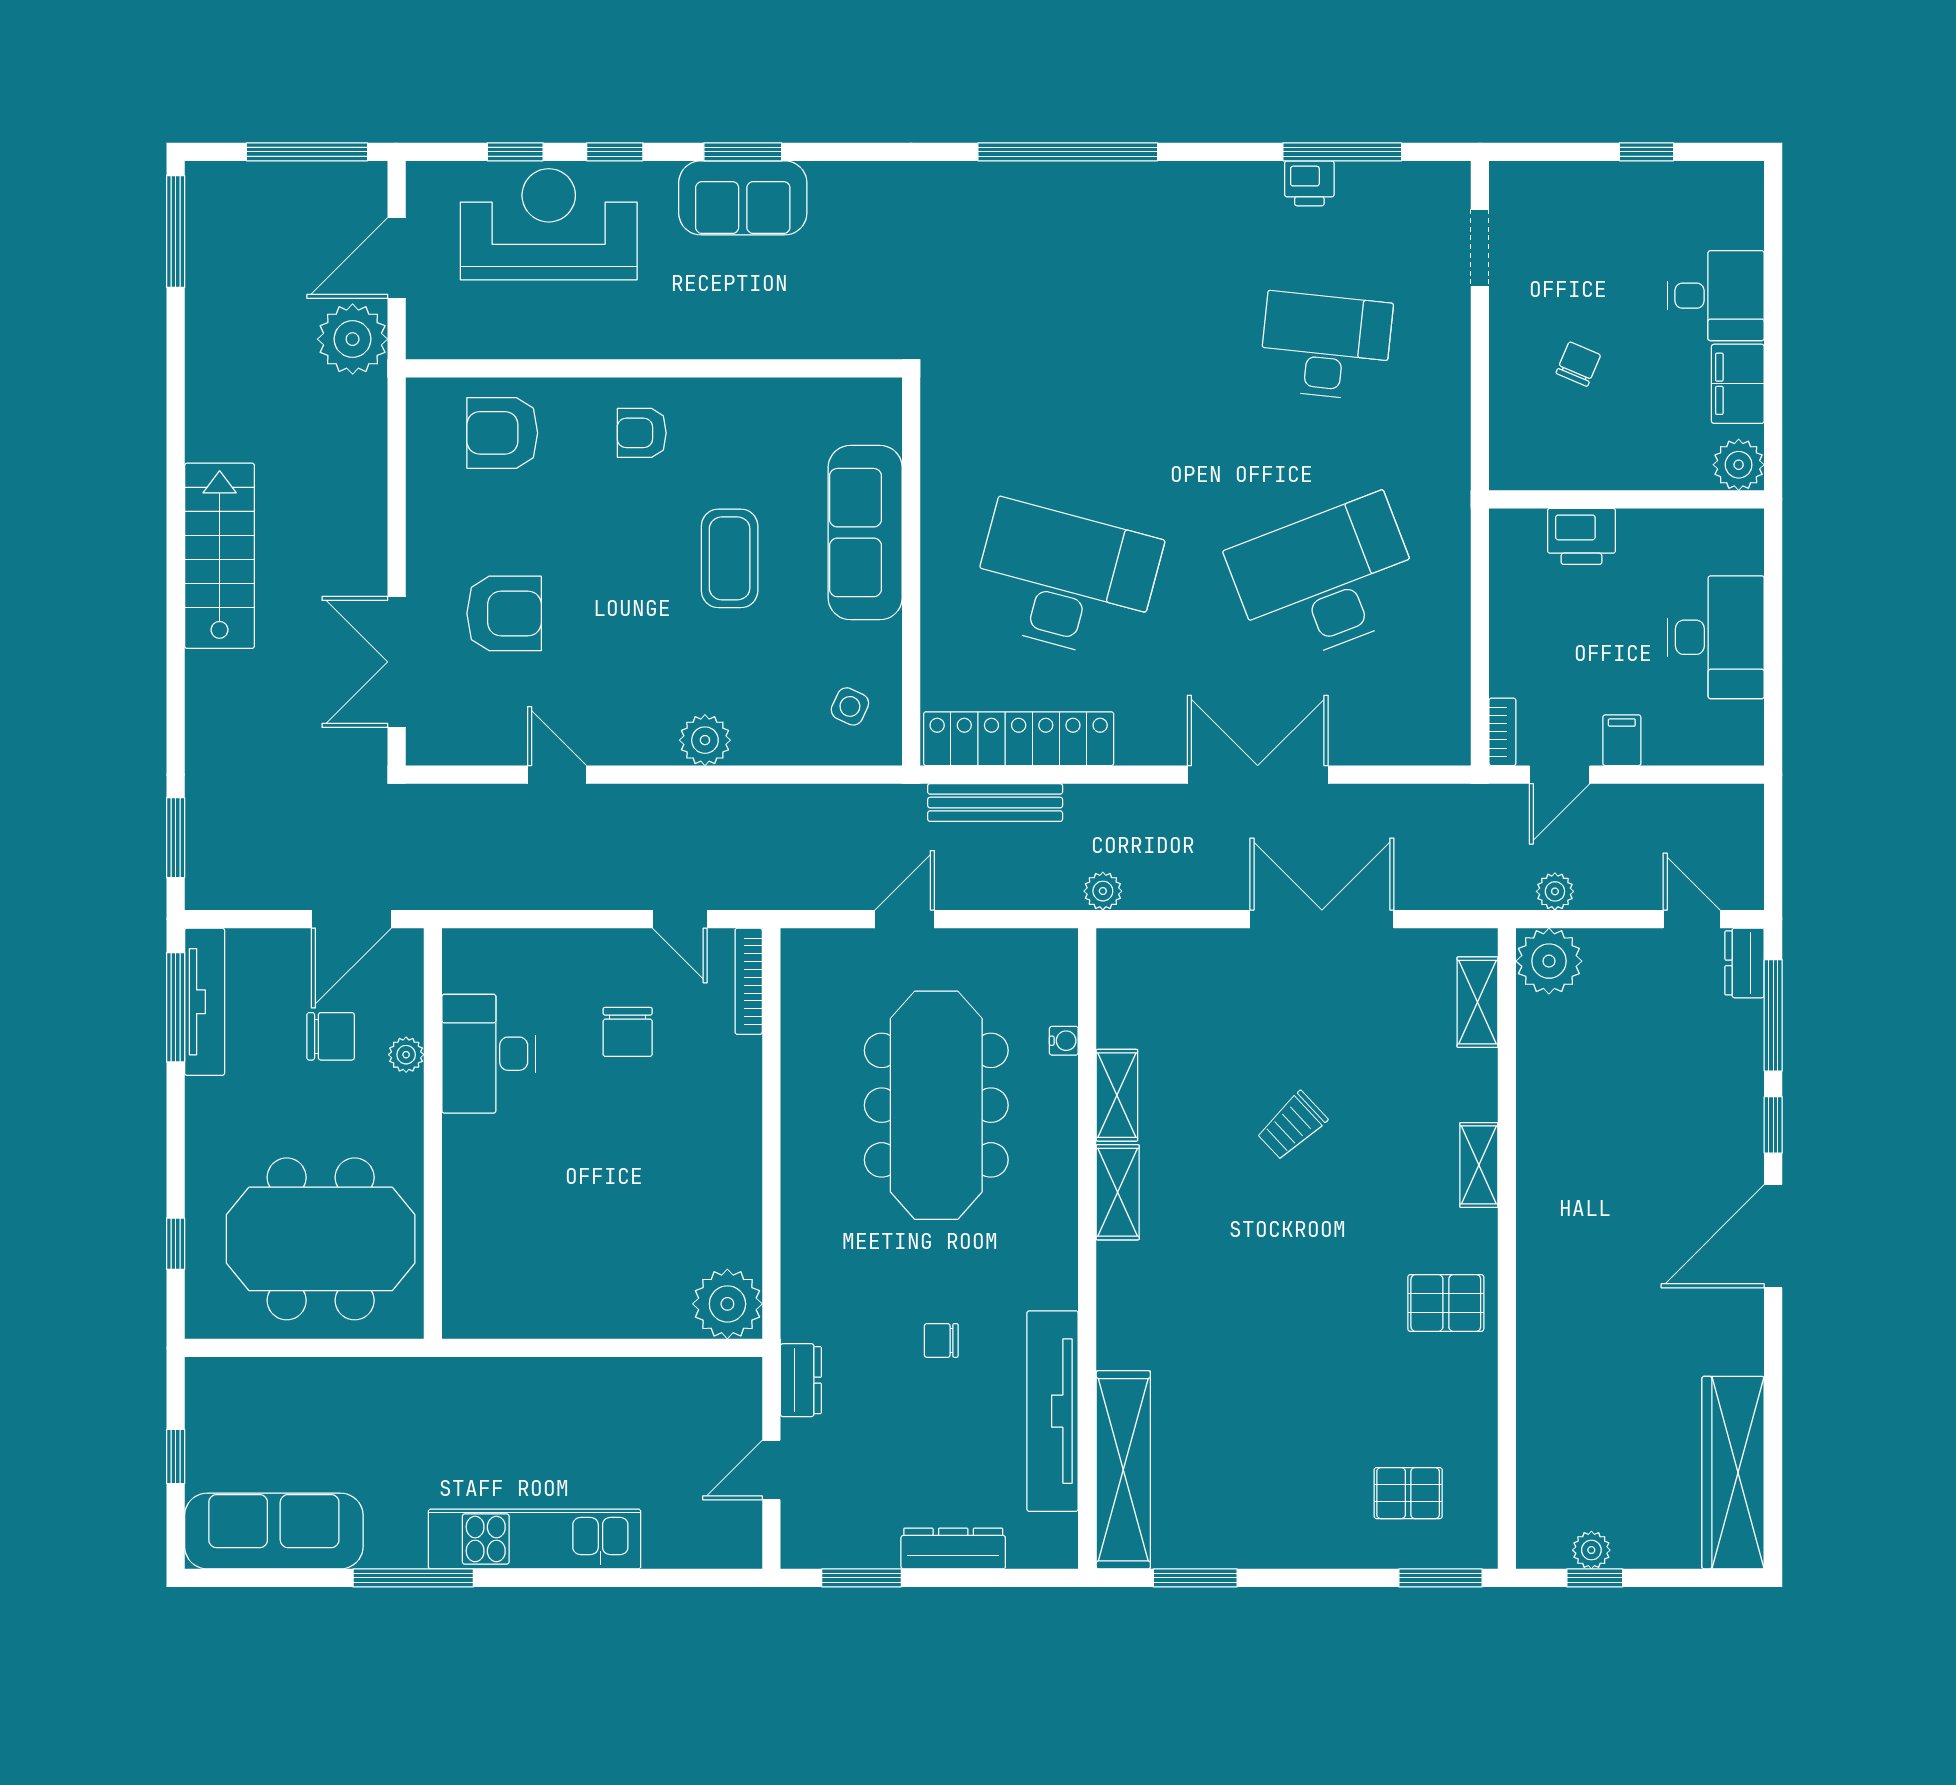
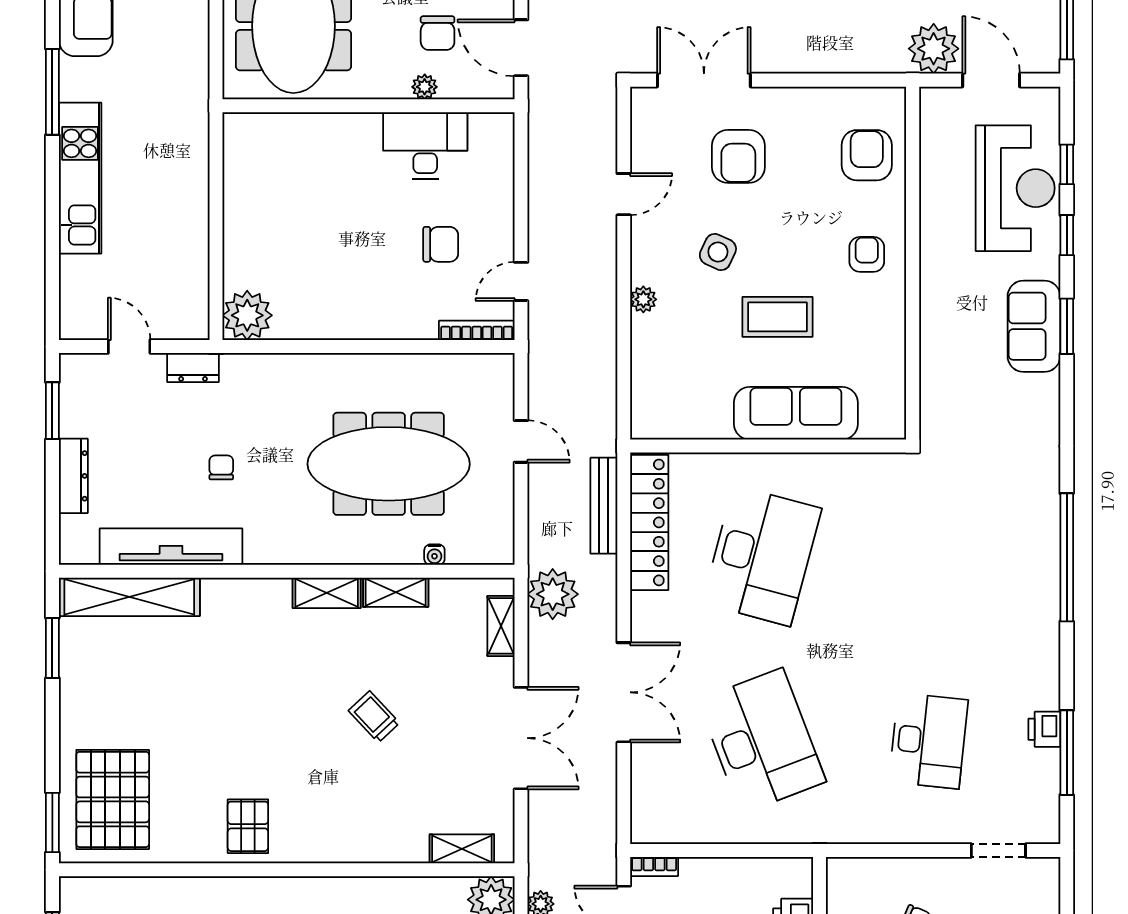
side table: (850, 706) -> (718, 252), moved, width x1.37, depth x1.37
plant: (705, 740) -> (643, 299), width x0.73, depth x0.73
plant: (1103, 891) -> (553, 594), width x1.87, depth x1.87
chair: (628, 1032) -> (441, 244), turned 180
shelving: (1479, 1165) -> (501, 626), moved, turned 90
pallet: (1408, 1493) -> (113, 799), width x2.05, depth x2.00

